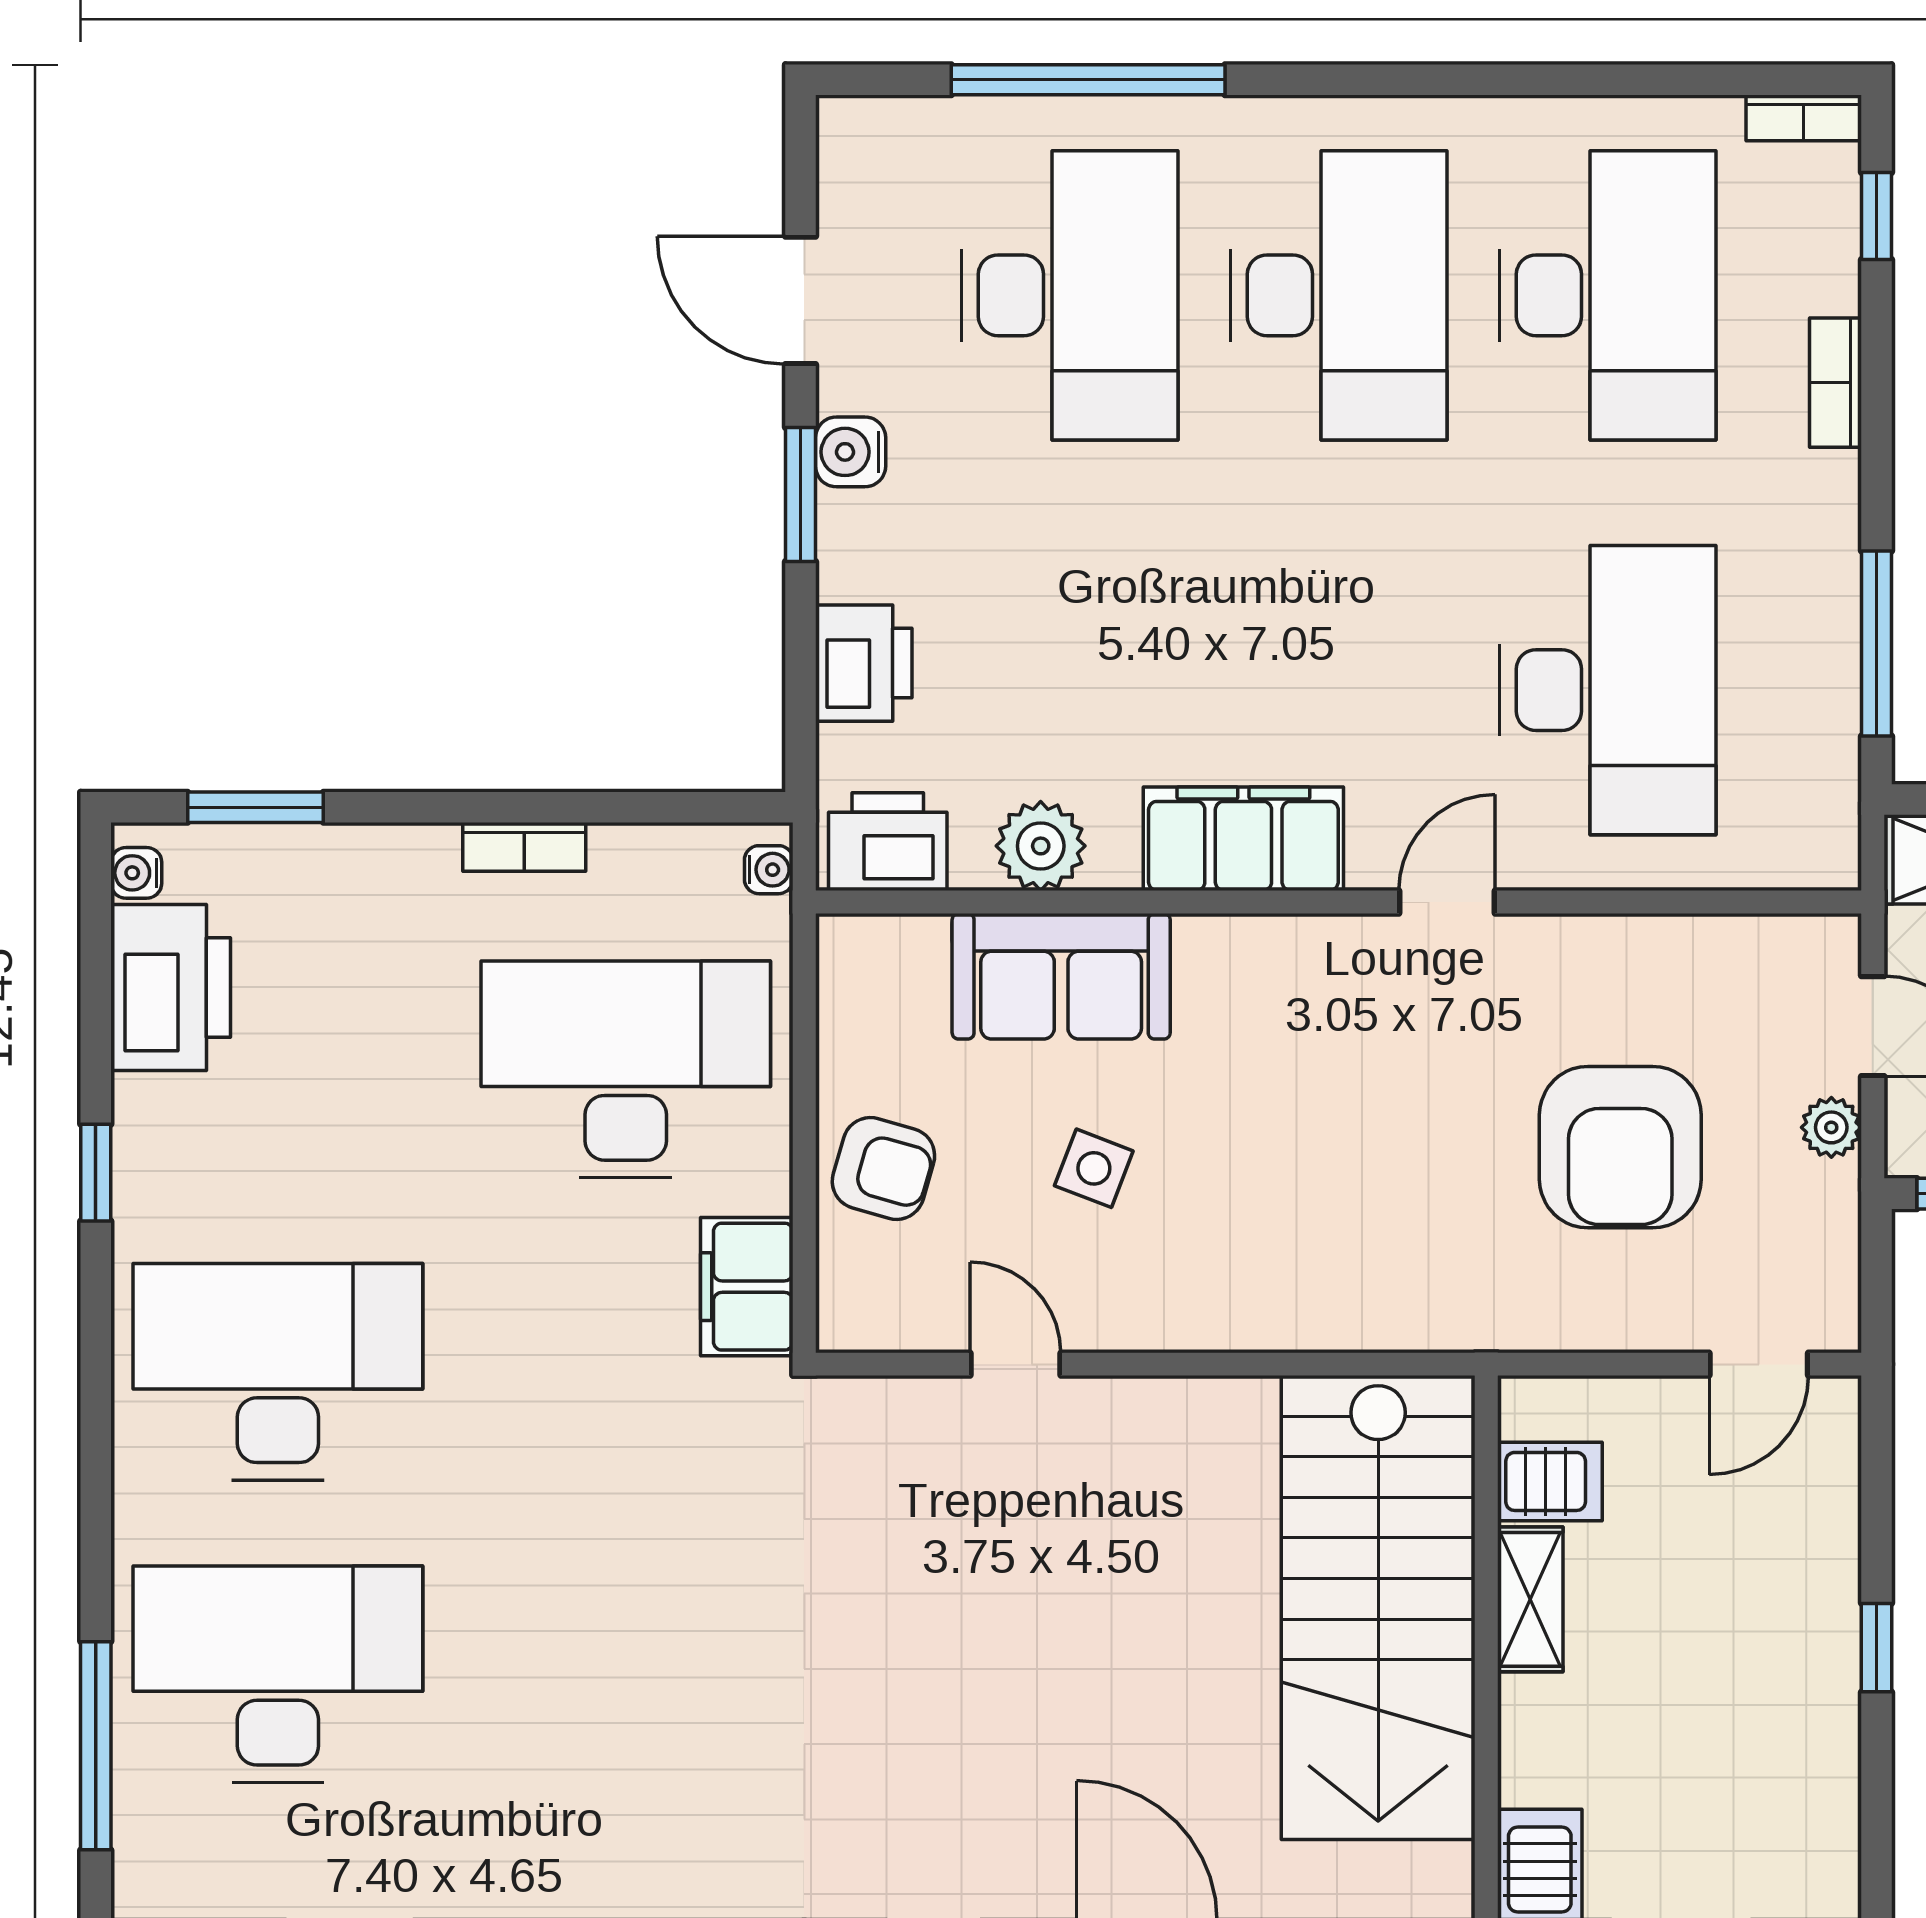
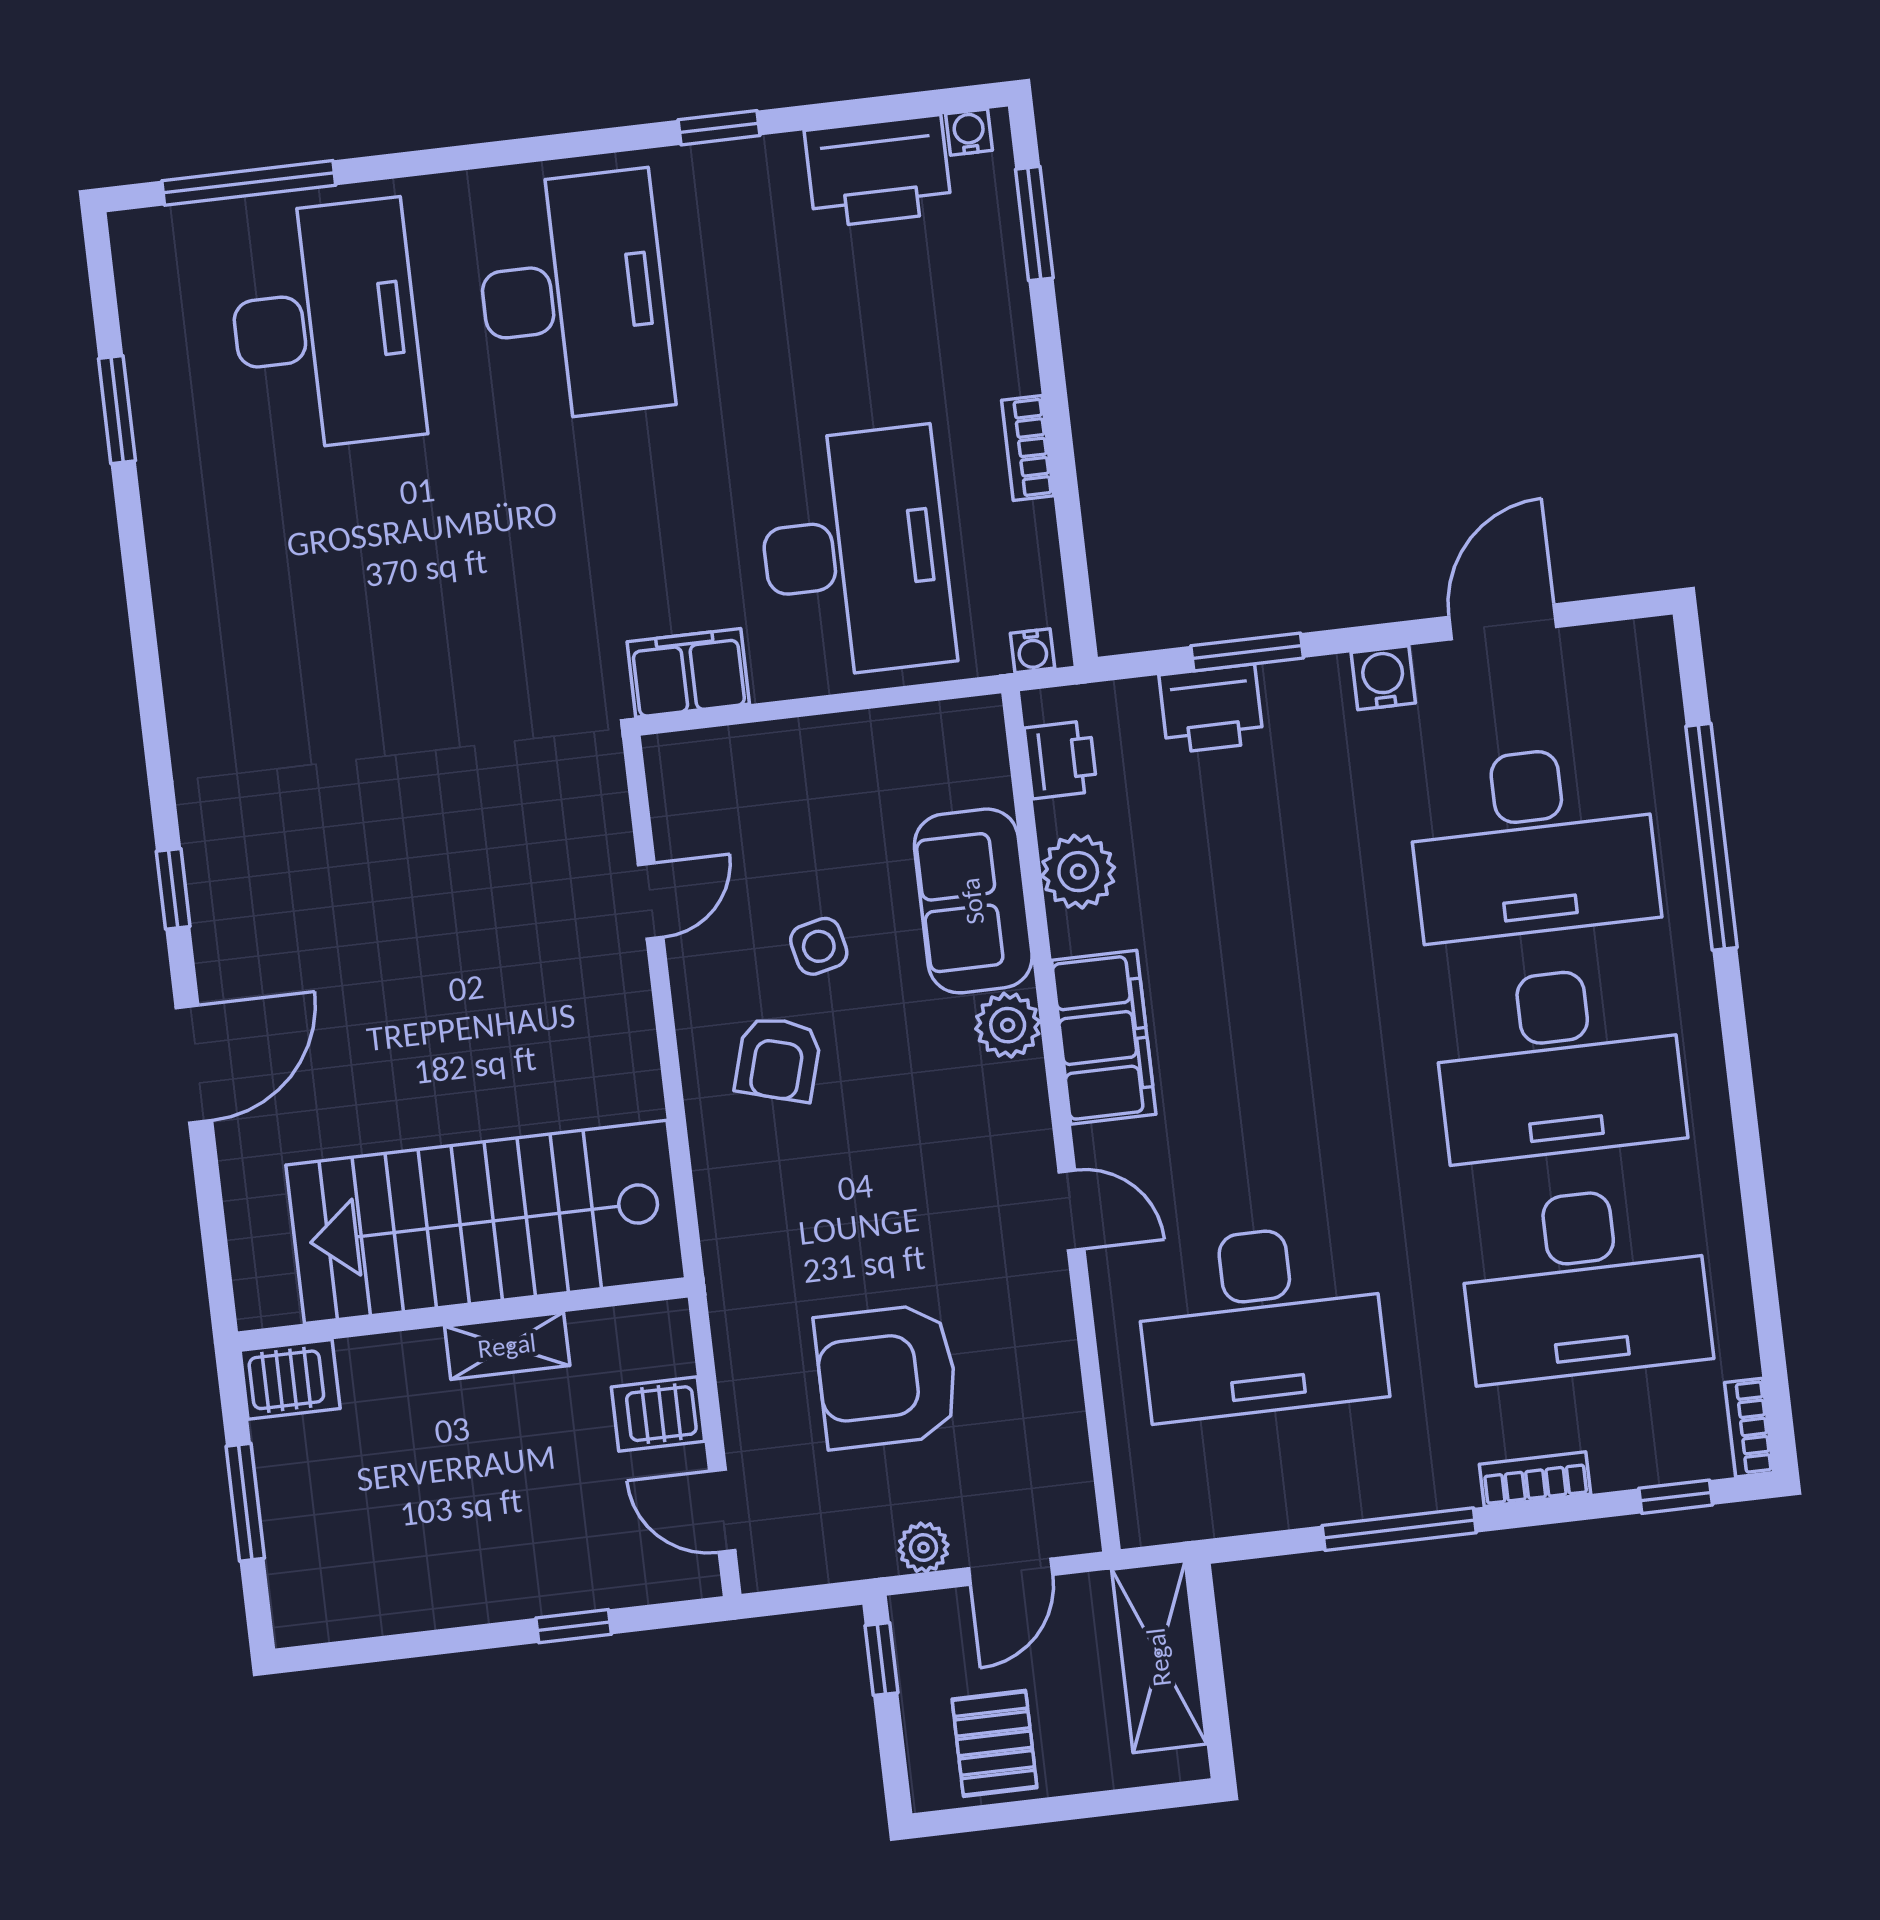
window: (800, 494) -> (1247, 652), moved
window: (1876, 643) -> (1399, 1529), moved
printer: (888, 842) -> (1061, 760), width x0.73, depth x0.81
plant: (1215, 952) -> (1008, 1025), added
side table: (1094, 1168) -> (819, 946), turned -34
armchair: (883, 1169) -> (778, 1059), moved
server rack: (1550, 1481) -> (658, 1414), moved, turned 90
window: (1876, 1648) -> (574, 1626), moved

